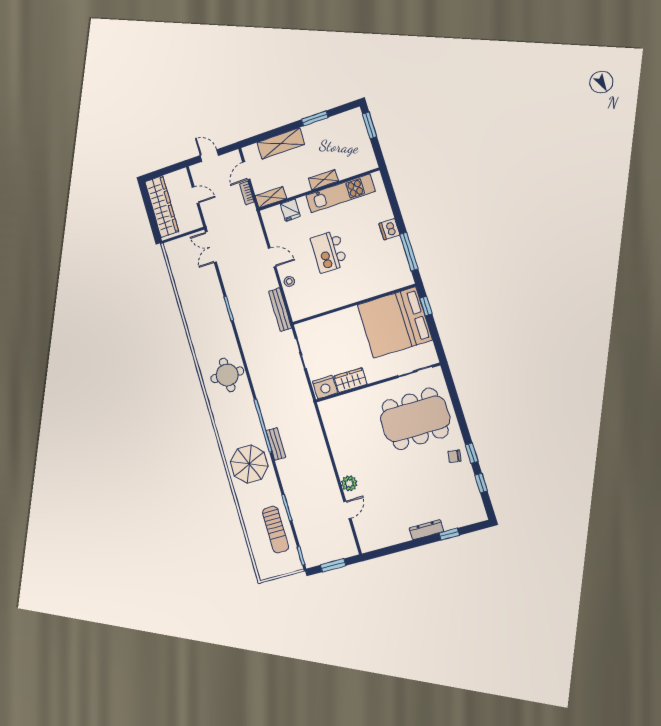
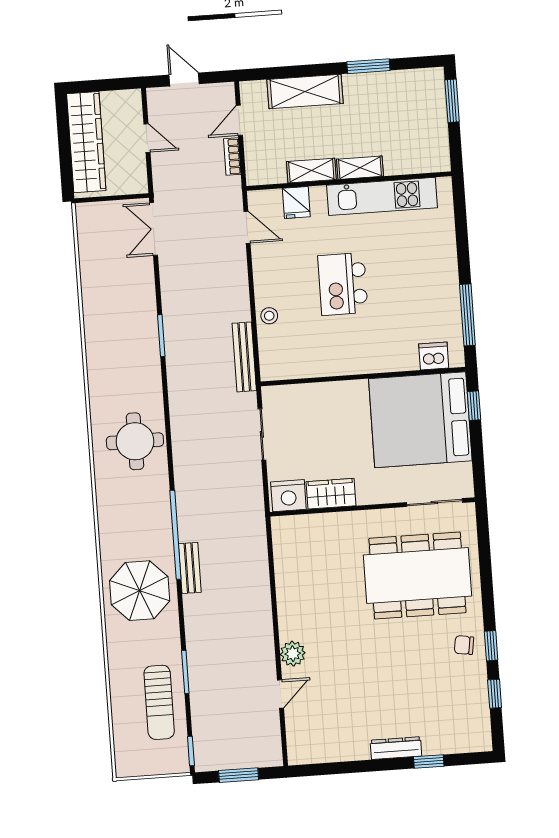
shelving: (271, 197) -> (311, 171), moved
dishwasher: (389, 229) -> (434, 356), moved, turned 90
door: (272, 257) -> (247, 227), moved

